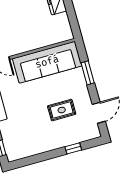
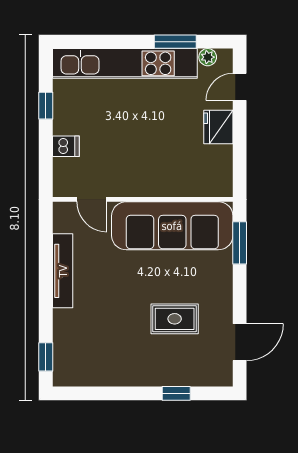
window: (88, 73) -> (240, 243), moved

